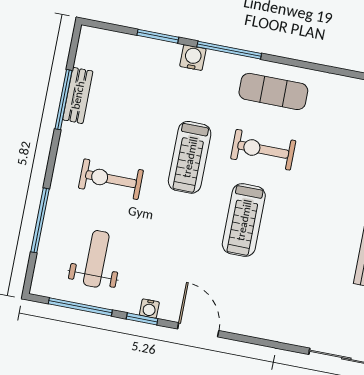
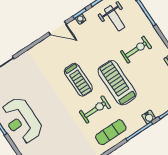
treadmill: (190, 157) -> (117, 83), width x1.37, depth x1.38
treadmill: (244, 220) -> (78, 80), turned 180

